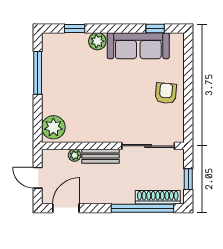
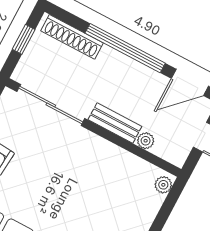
plant: (53, 127) -> (163, 185), width x0.53, depth x0.53
window: (143, 208) -> (125, 48), moved

